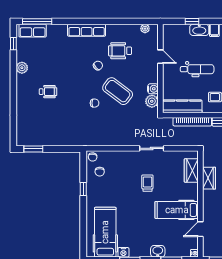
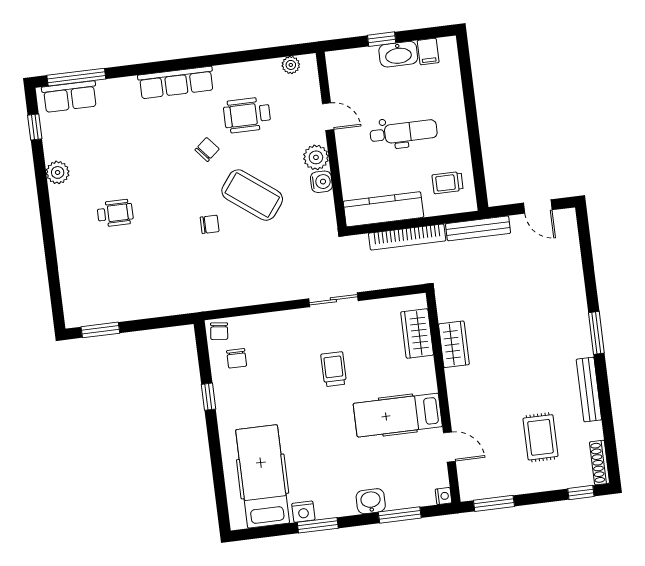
plant: (152, 101) -> (316, 157), moved
door: (200, 229) -> (449, 447), swing flipped

